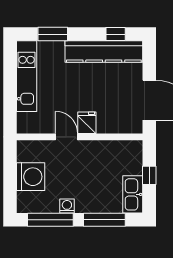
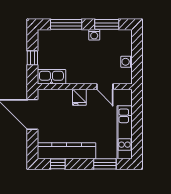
door: (66, 137) -> (105, 87), moved
washing machine: (31, 177) -> (126, 62), width x0.53, depth x0.53
kitchen sink: (133, 194) -> (51, 77), moved, turned -90
window: (50, 220) -> (107, 24), width x0.69

